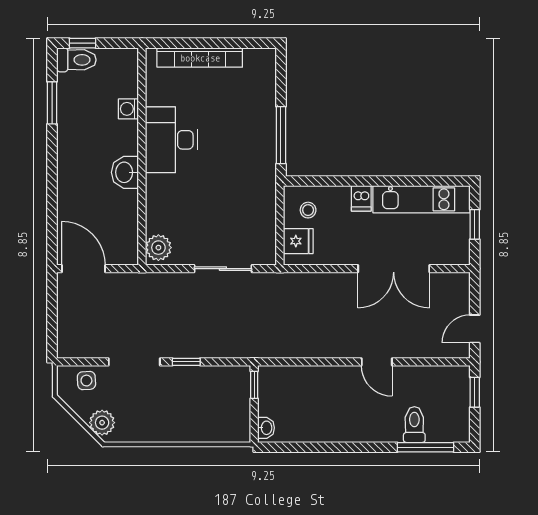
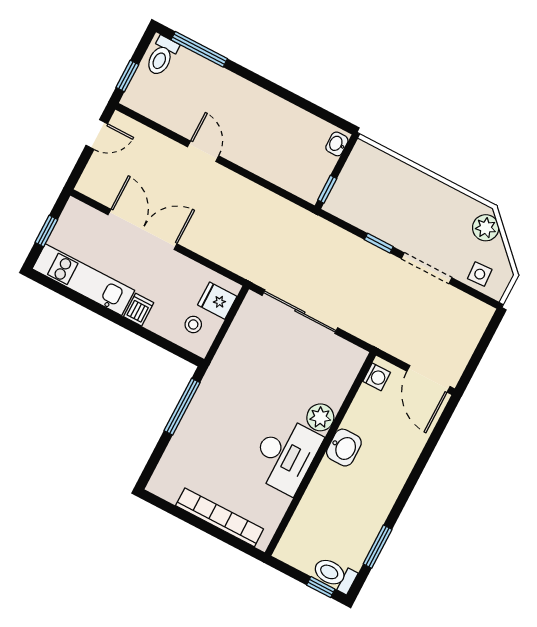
washing machine: (128, 109) -> (377, 377), moved
plant: (158, 248) -> (320, 417), moved
sliding door: (223, 269) -> (300, 312), width x1.37
toilet: (414, 425) -> (162, 56), moved

